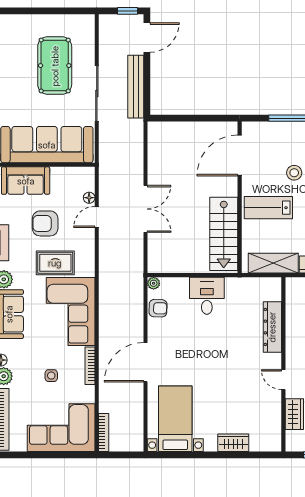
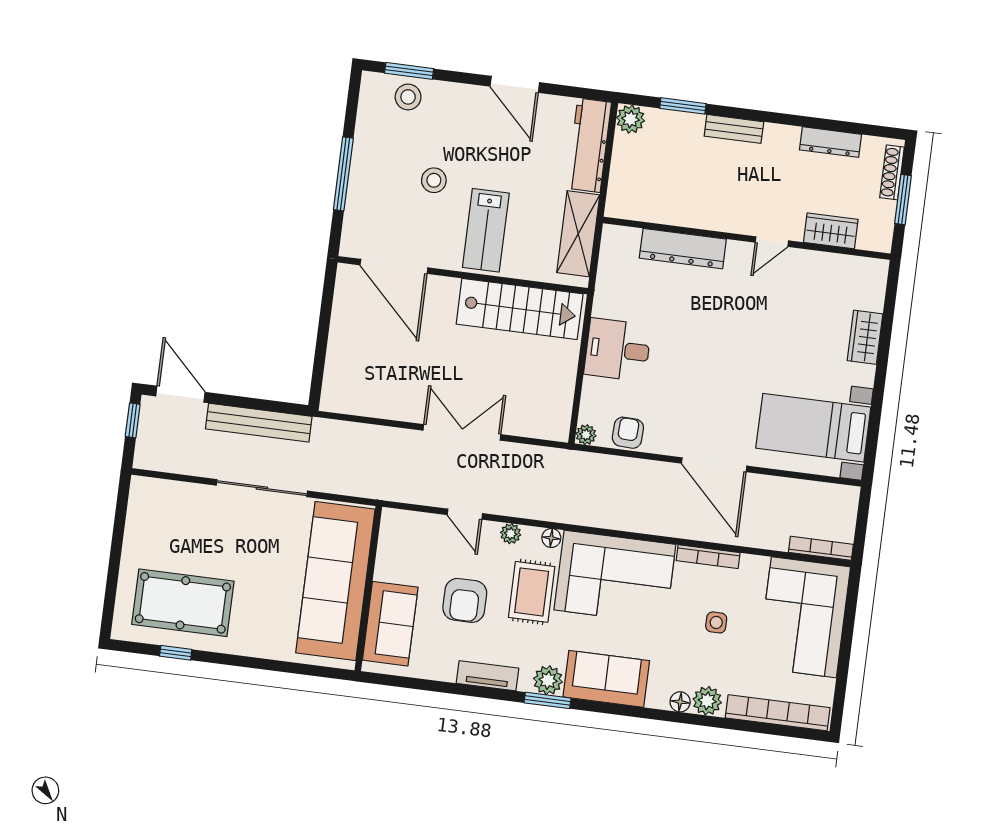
pool table: (55, 66) -> (183, 603), moved
floor lamp: (89, 198) -> (551, 538), moved
plant: (89, 246) -> (511, 534), added

